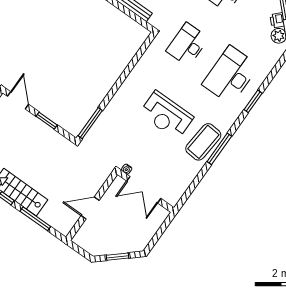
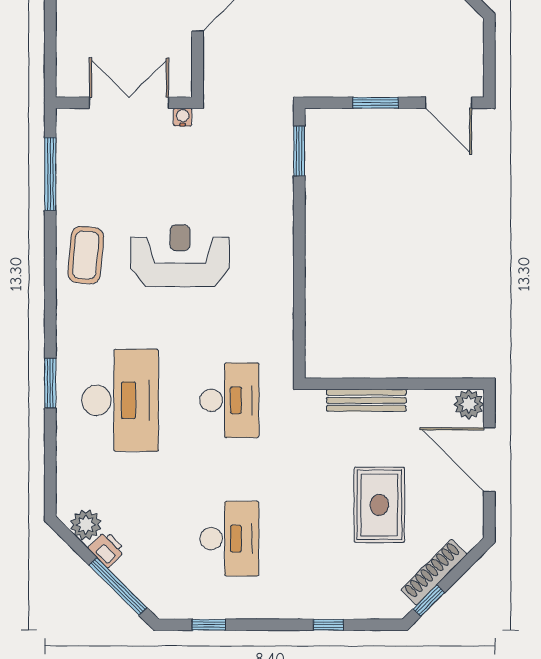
window: (90, 123) -> (299, 151), width x0.69
coffee table: (203, 142) -> (86, 255), width x0.73, depth x0.76
window: (219, 149) -> (50, 174), moved

